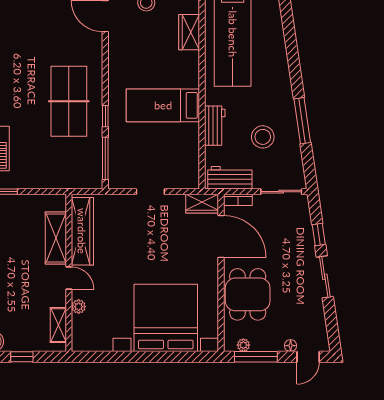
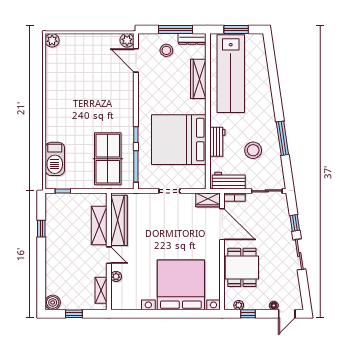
wardrobe: (189, 32) -> (198, 79), width x1.50
table tennis table: (69, 101) -> (108, 159), moved
bed: (163, 105) -> (179, 140), width x2.04
window: (256, 357) -> (248, 314), width x0.46

